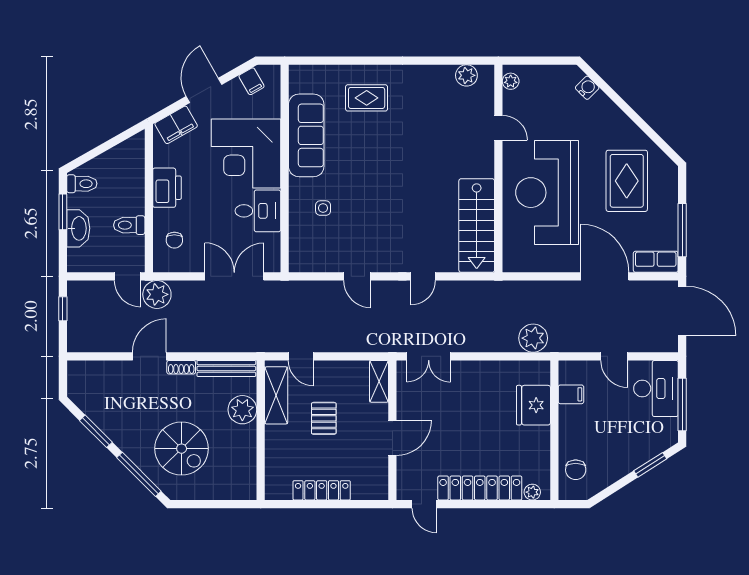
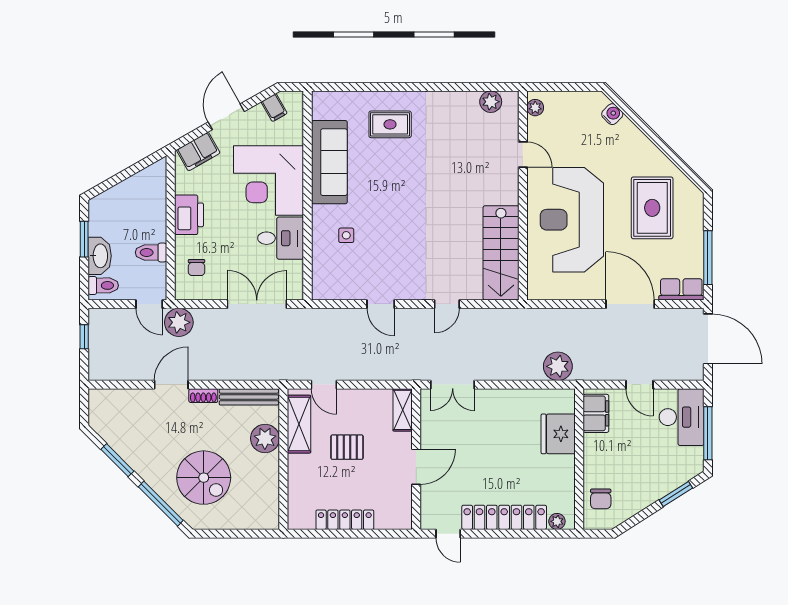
toilet: (82, 184) -> (103, 285), moved
filing cabinet: (571, 394) -> (596, 413), width x2.00
pallet: (324, 418) -> (347, 447), turned 90

